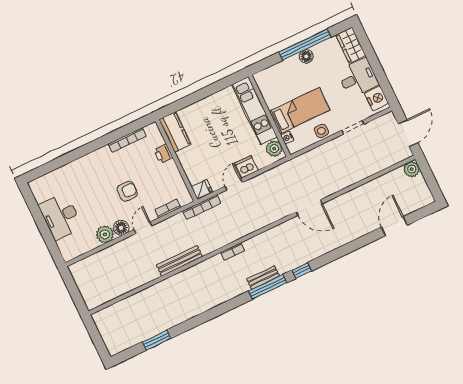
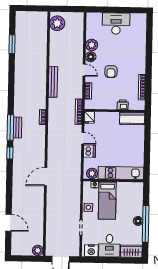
plant: (99, 294) -> (57, 23), added

